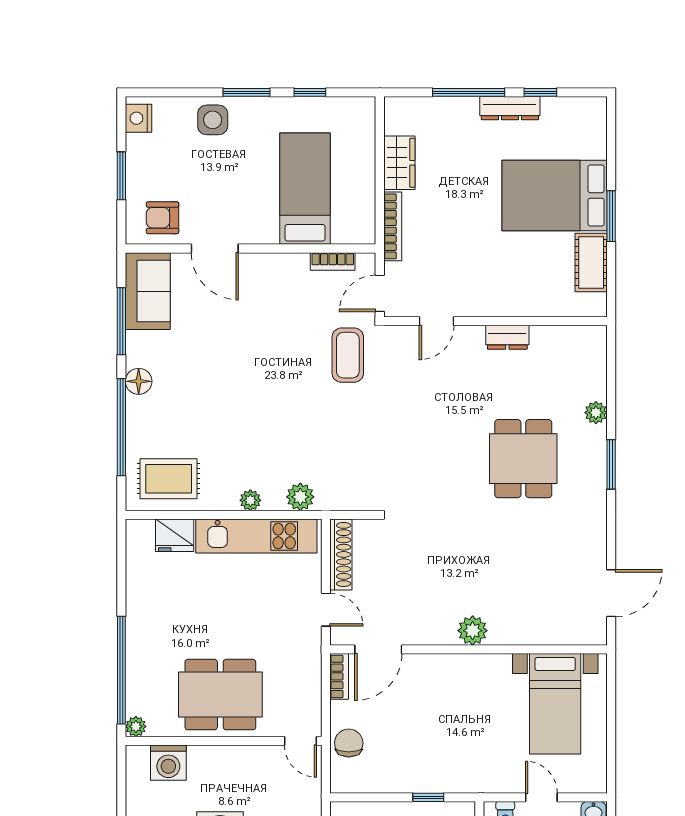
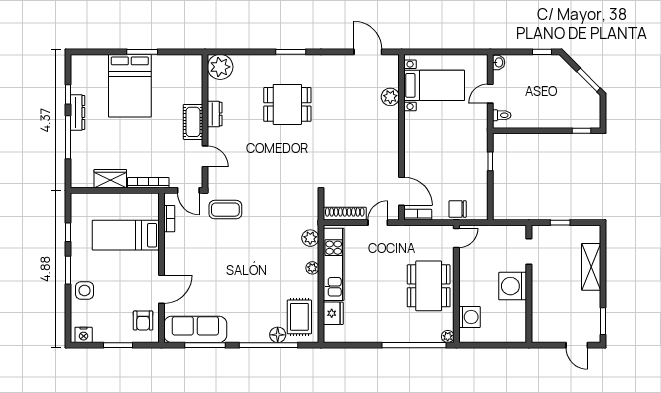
cot: (591, 263) -> (193, 122), moved, turned 90
sofa: (148, 291) -> (195, 329), width x1.36
floor lamp: (139, 381) -> (278, 335), moved
plant: (596, 413) -> (220, 67), moved, width x1.87, depth x1.87
plant: (473, 631) -> (390, 97), moved

